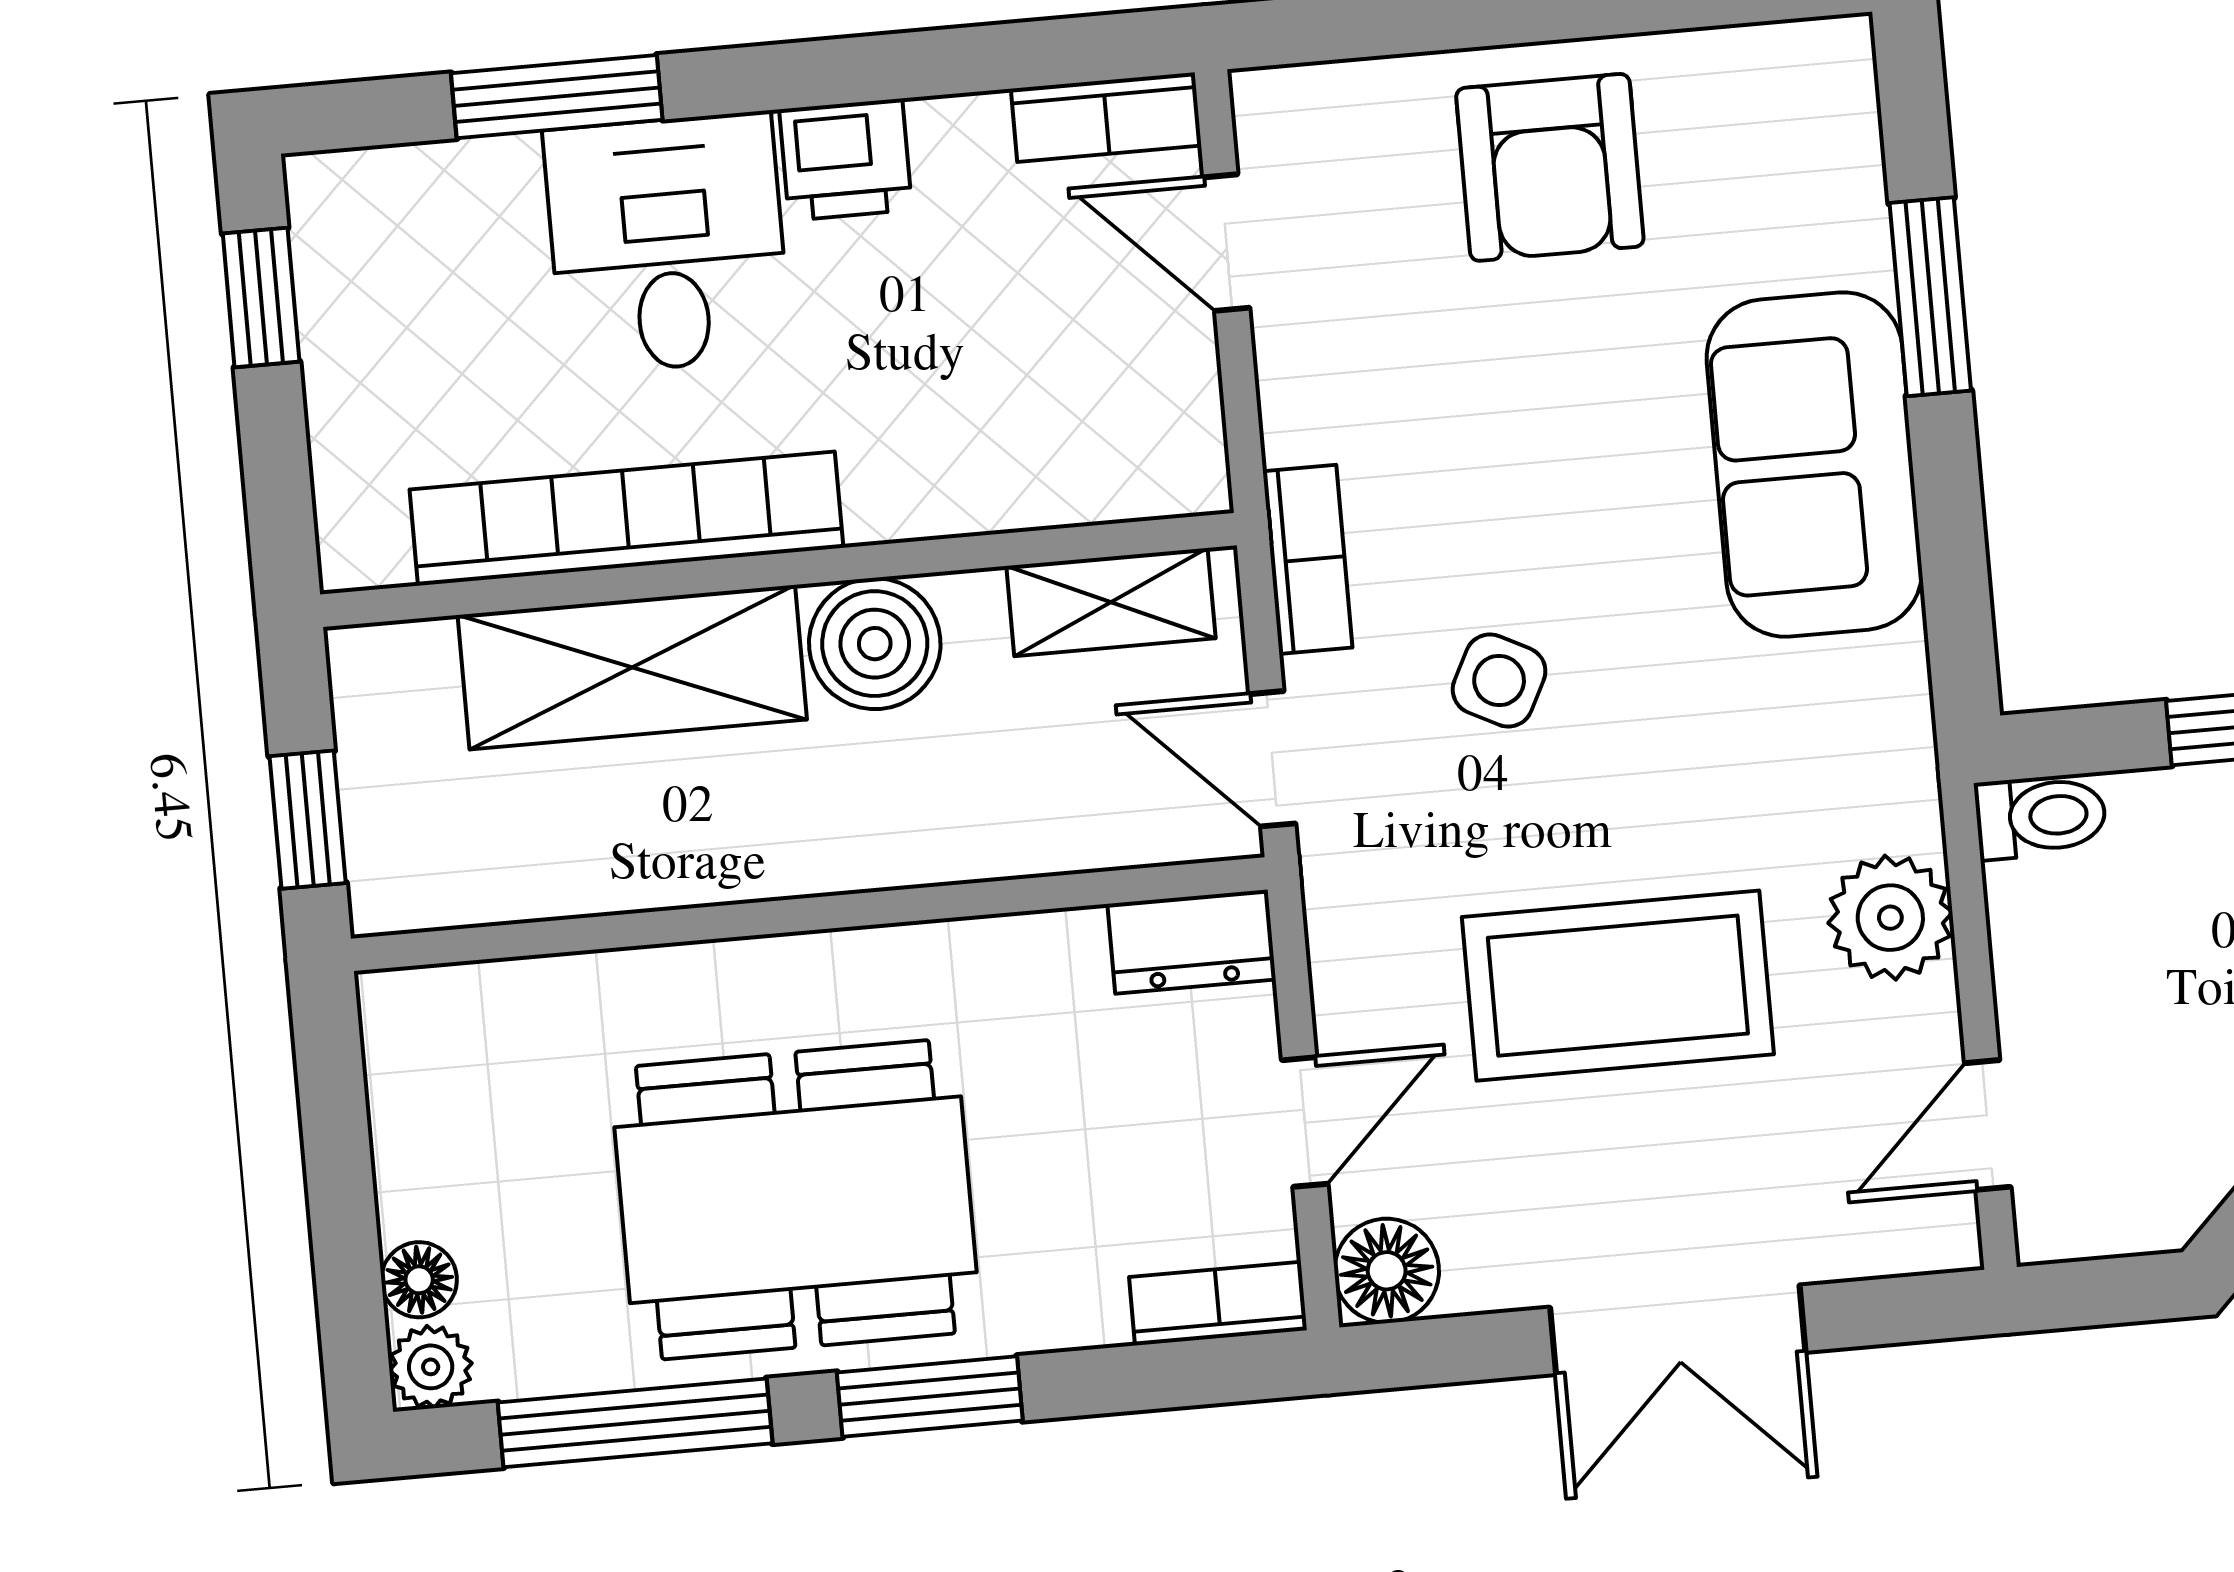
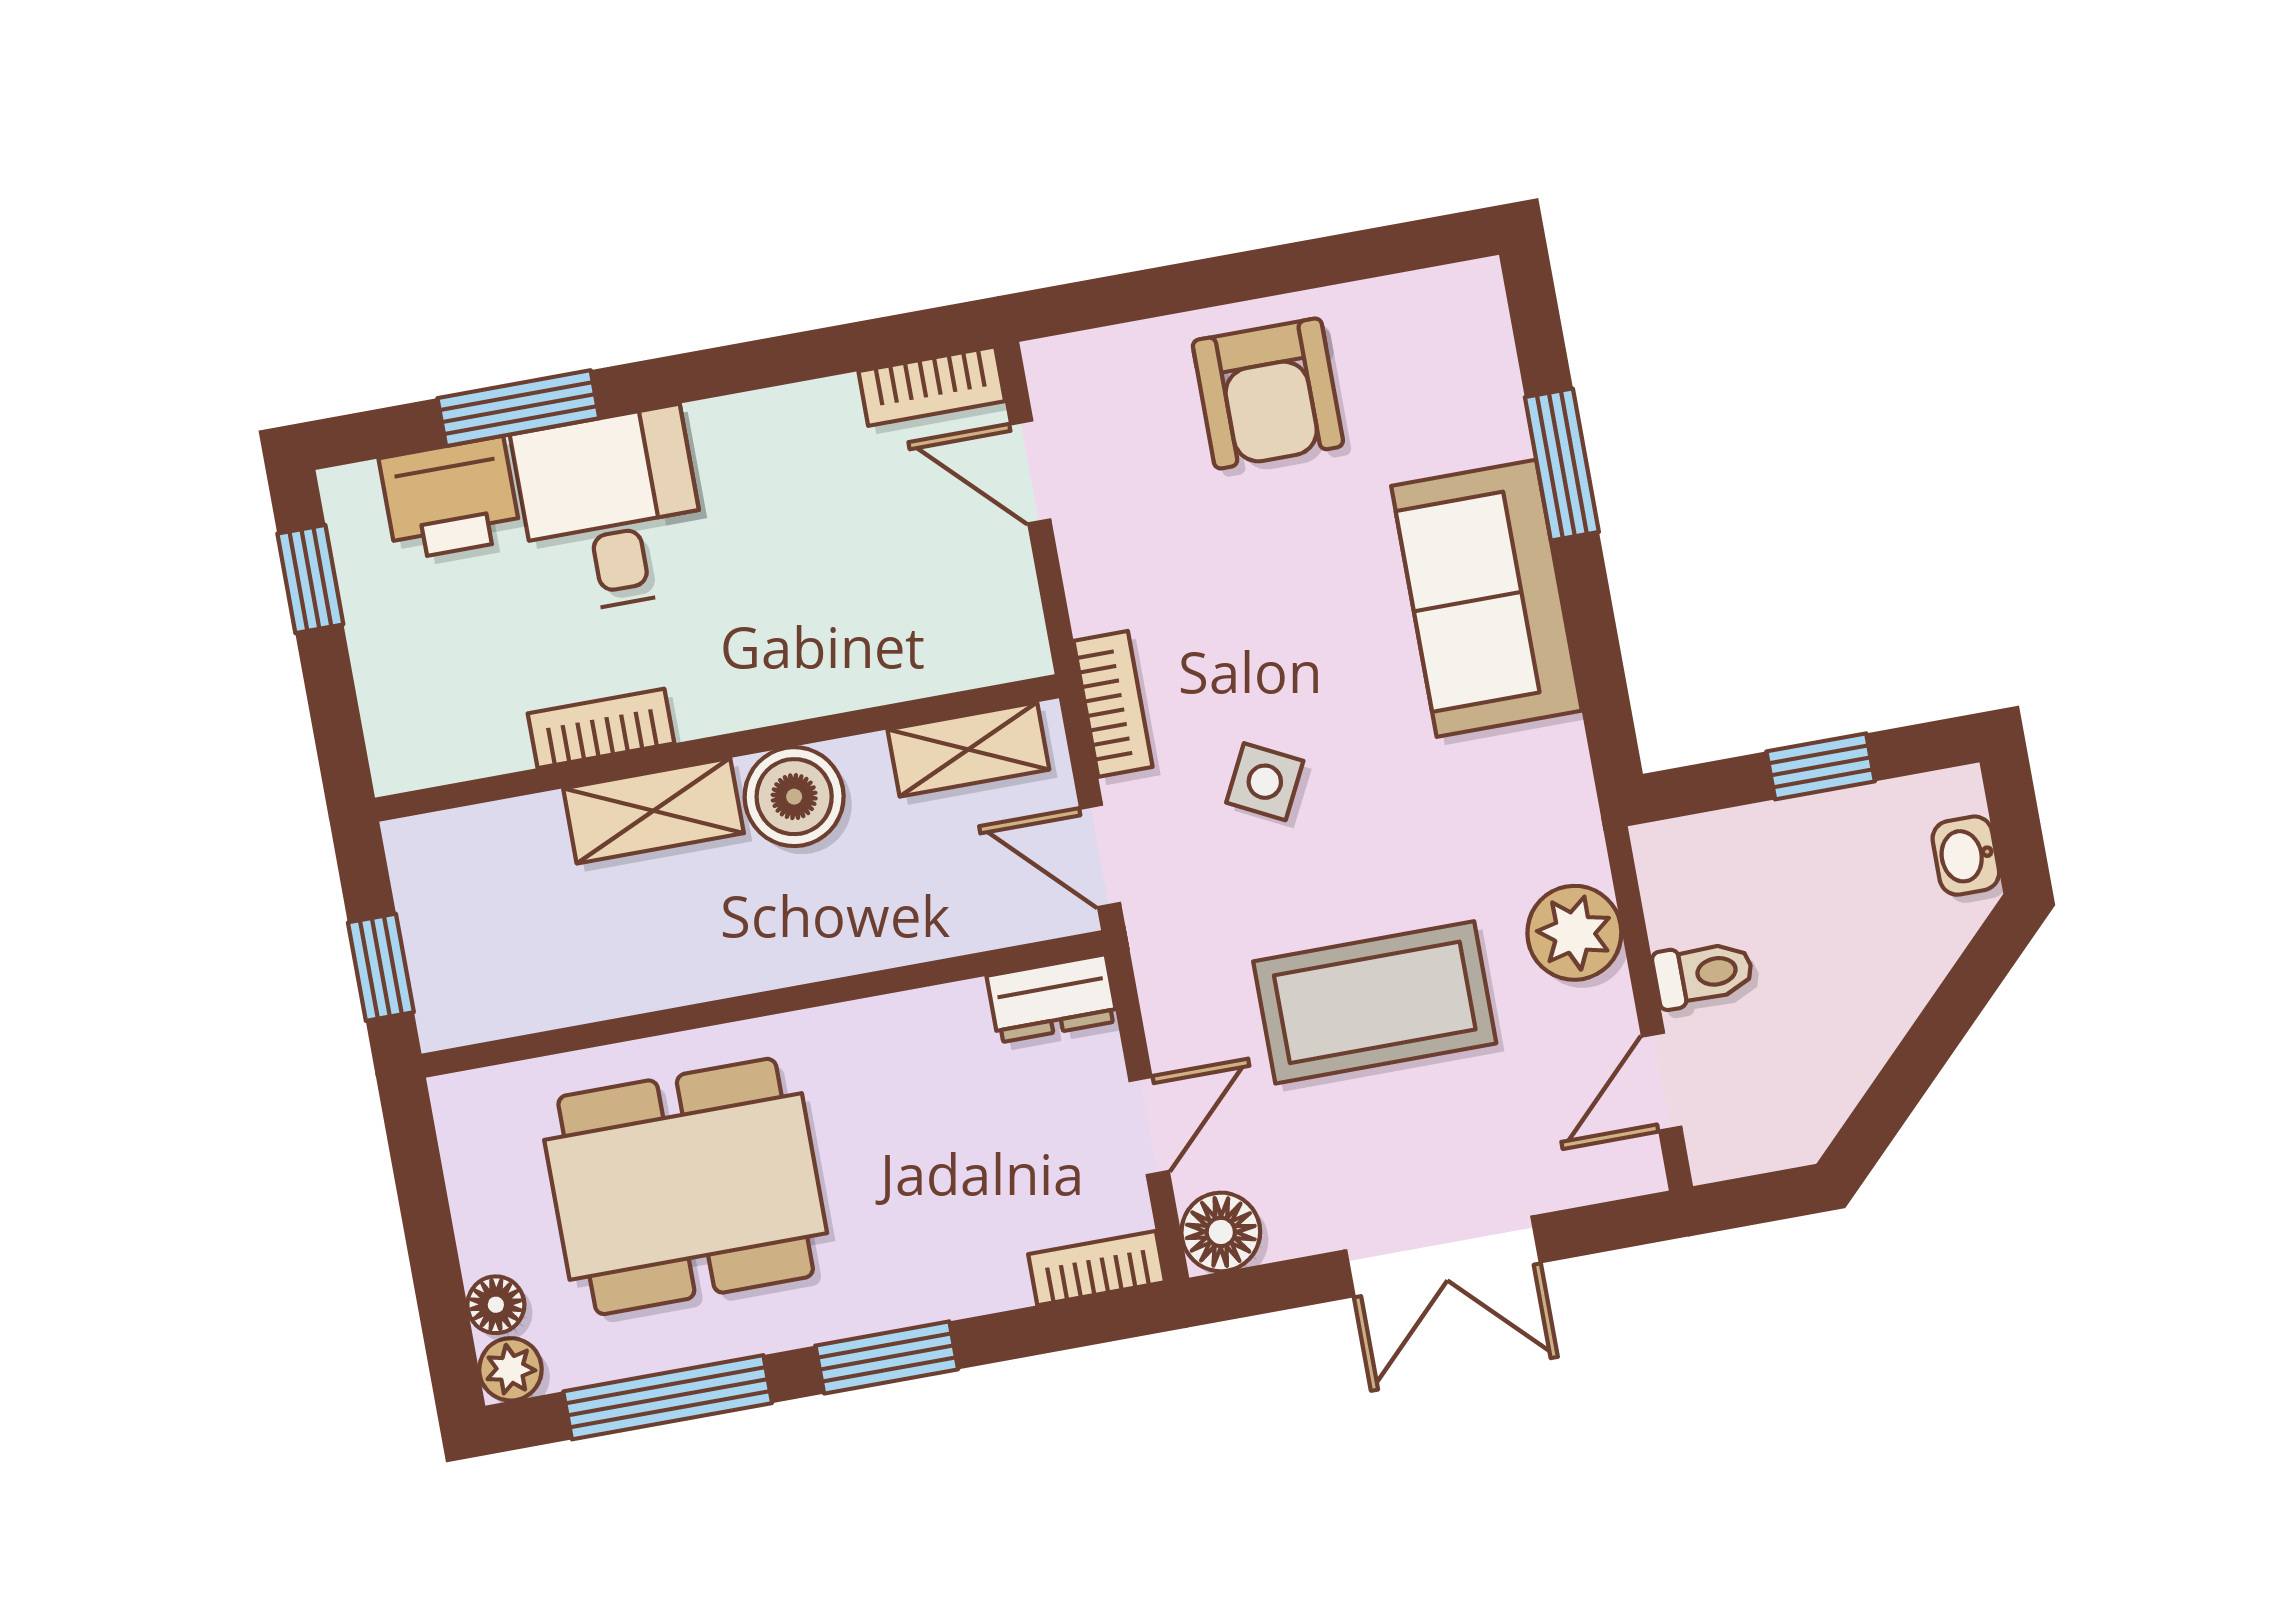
printer: (846, 160) -> (450, 499), moved, width x1.36, depth x1.24
bookcase: (626, 519) -> (601, 728), width x0.43, depth x0.76
shelving: (632, 667) -> (653, 811), width x0.67, depth x0.75
toilet: (2041, 816) -> (1703, 974), moved
dining table: (795, 1200) -> (686, 1186), moved

